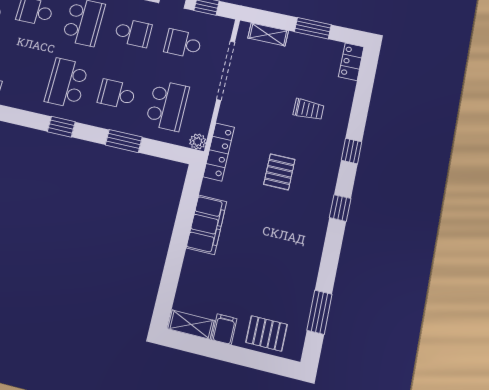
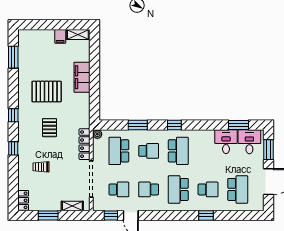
locker: (219, 152) -> (85, 144), moved
filing cabinet: (206, 225) -> (82, 77), moved
pallet: (266, 333) -> (47, 92), moved, width x1.50, depth x1.42

